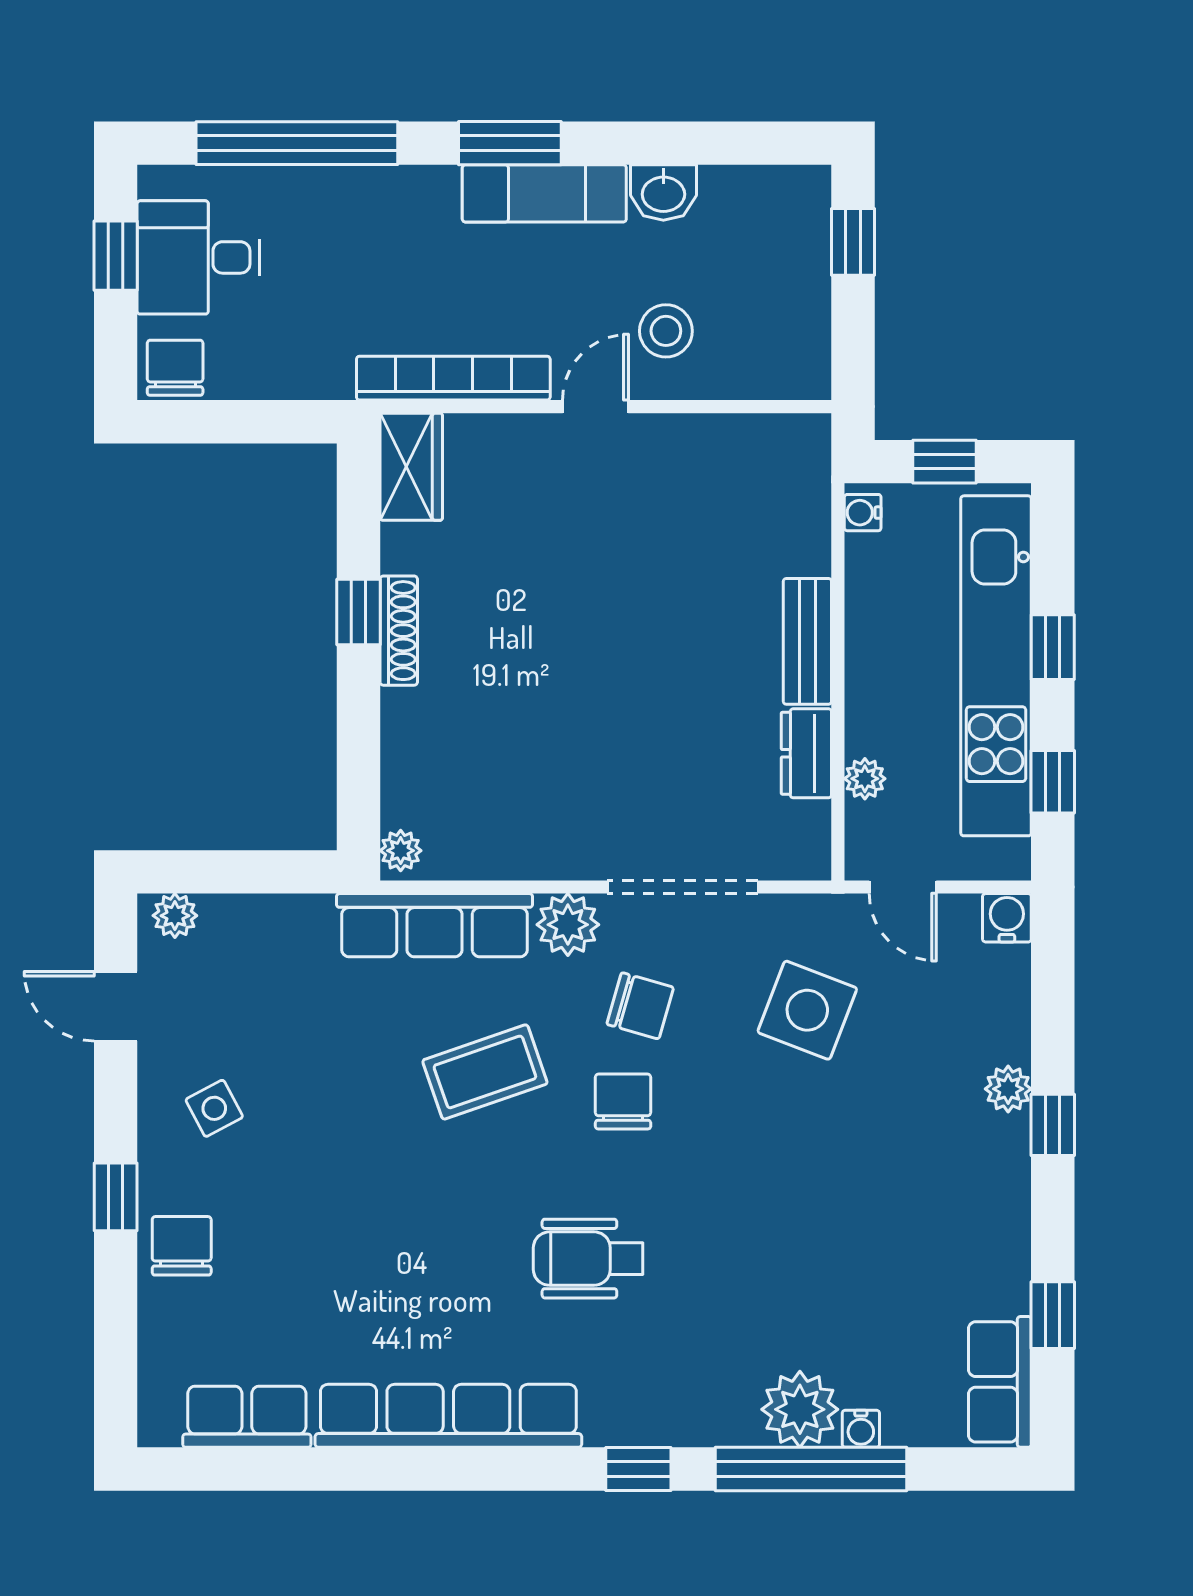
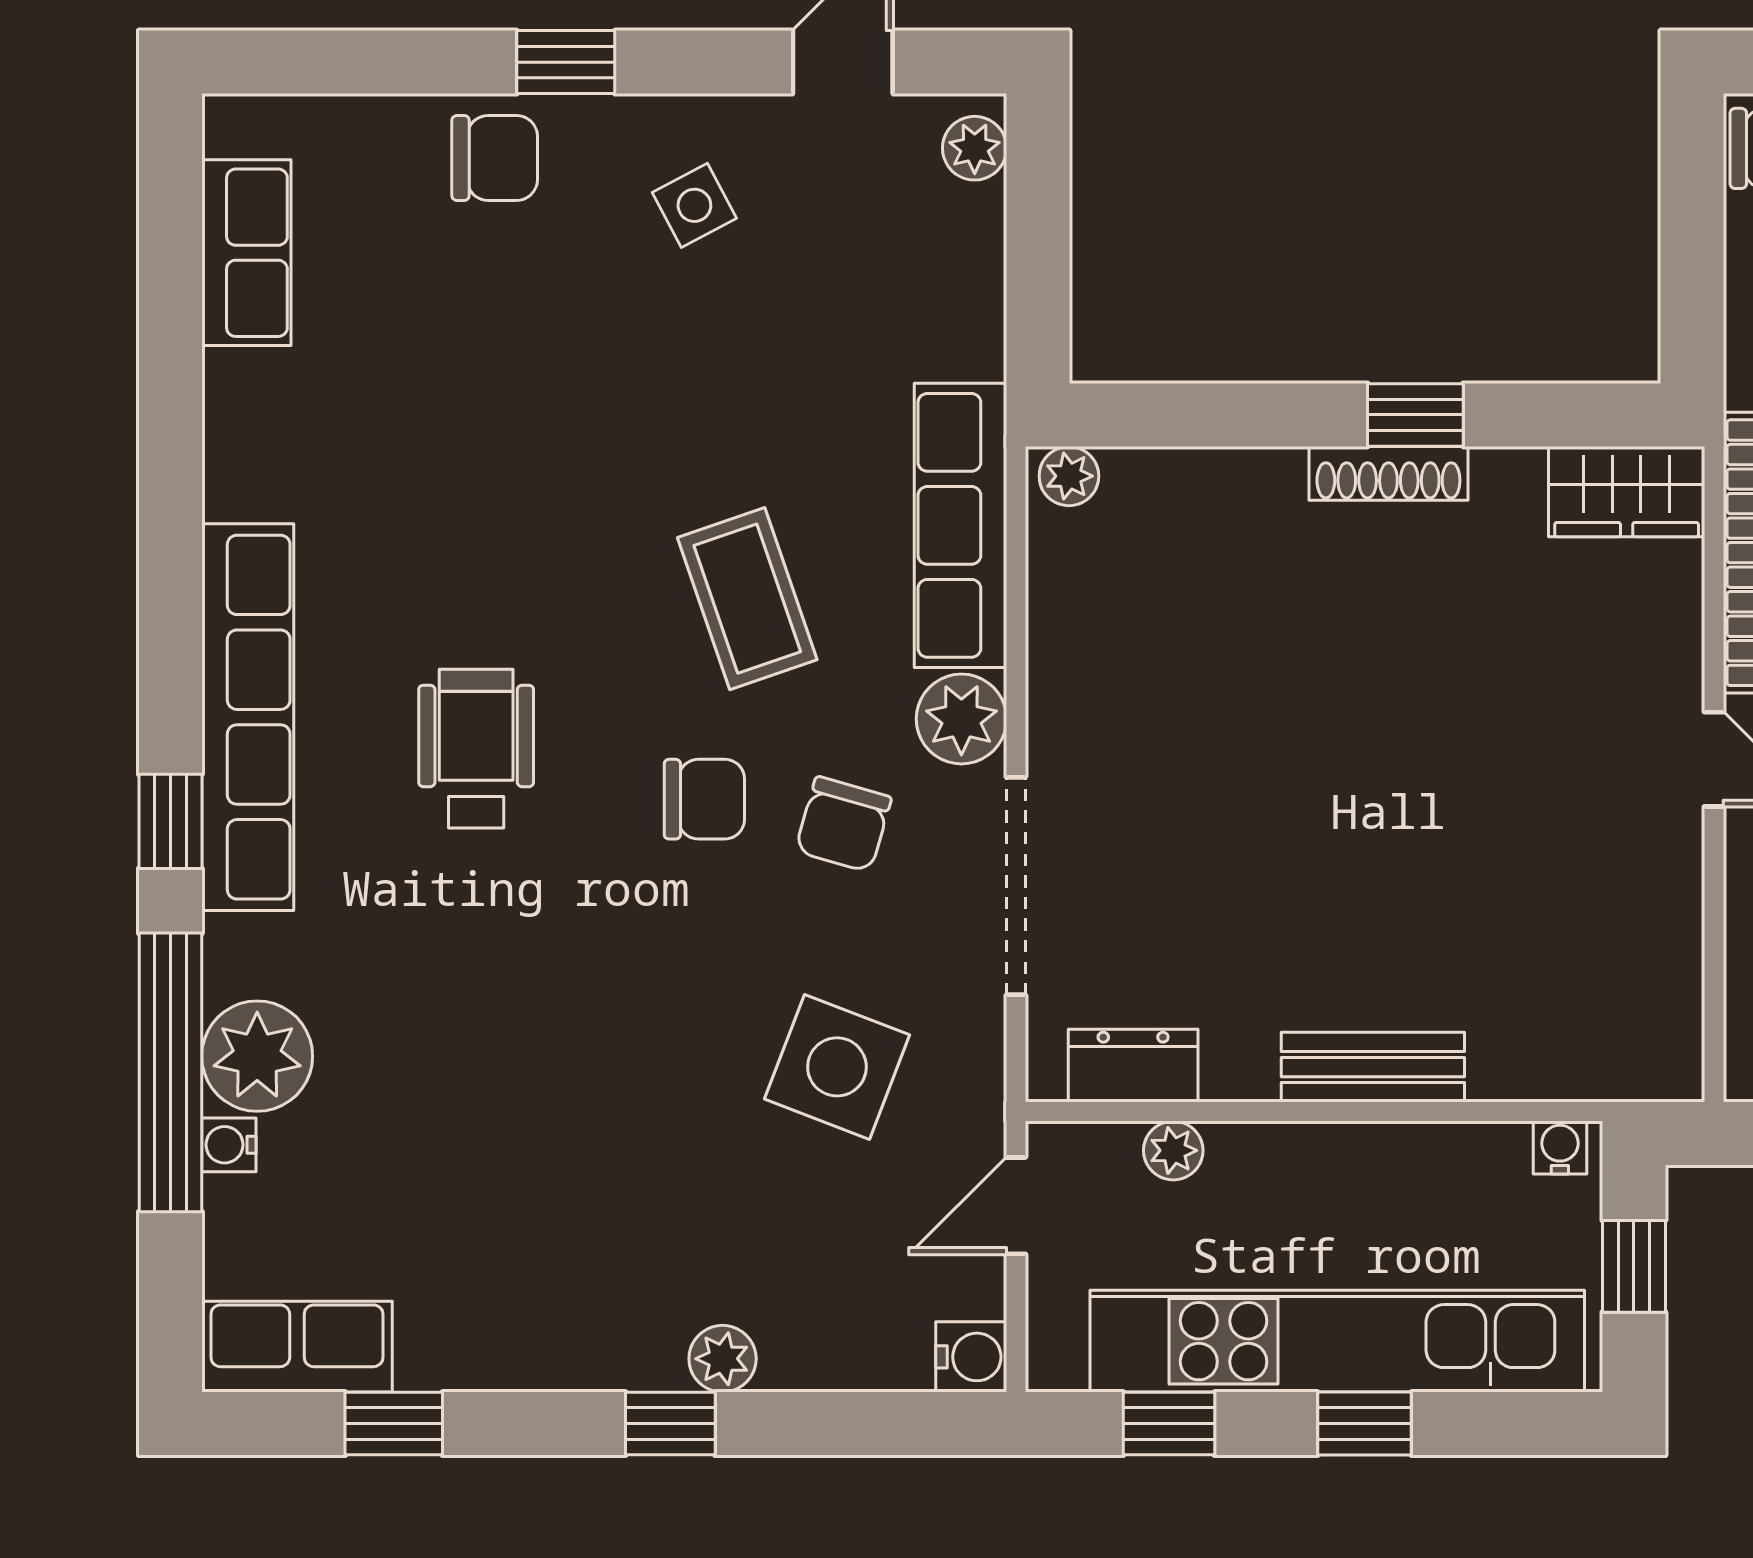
dresser: (806, 753) -> (1133, 1066), moved
row of seats: (448, 1416) -> (248, 717), moved

